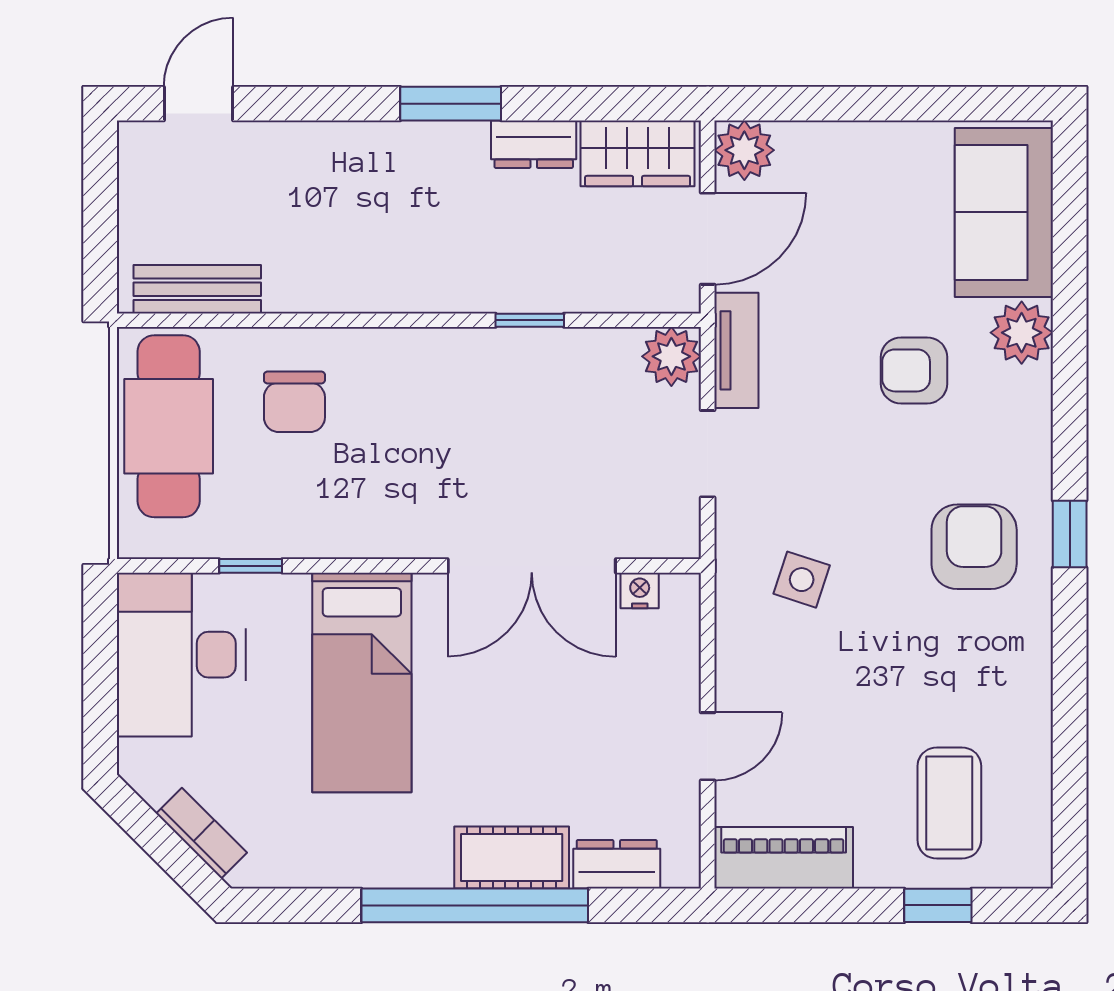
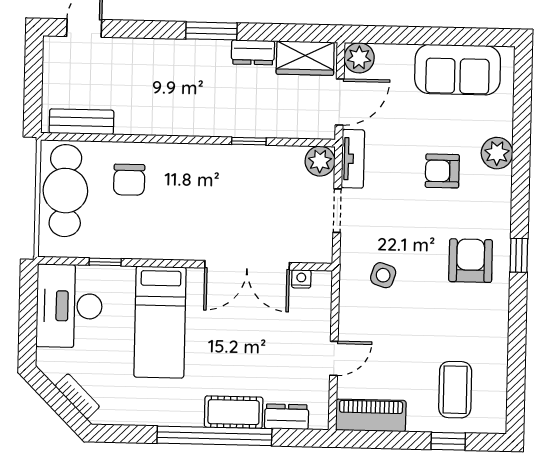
sofa: (1004, 212) -> (458, 70), moved, turned -90

